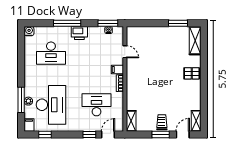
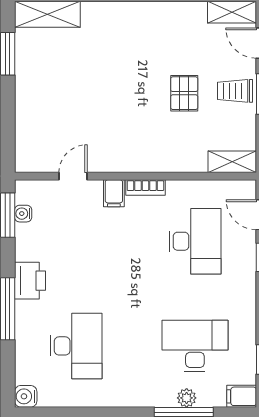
pallet: (192, 73) -> (184, 93), moved
desk: (51, 105) -> (195, 346), width x0.73, depth x0.77
desk: (97, 105) -> (195, 241), turned 180

